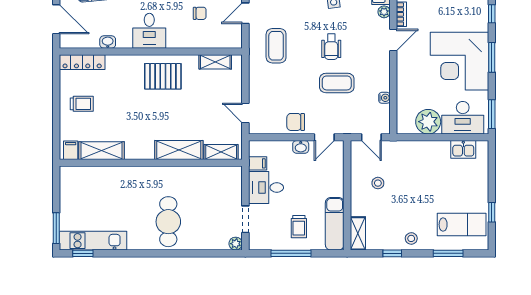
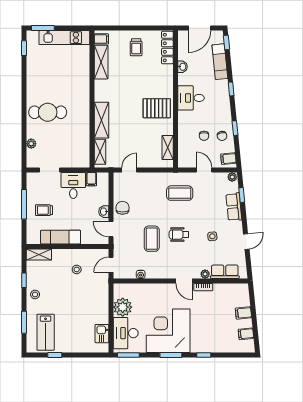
pallet: (163, 76) -> (157, 108), turned 90
exam couch: (335, 224) -> (61, 237), moved
kitchen unit: (93, 241) -> (64, 38), moved, turned 90
plant: (236, 244) -> (31, 144), moved

